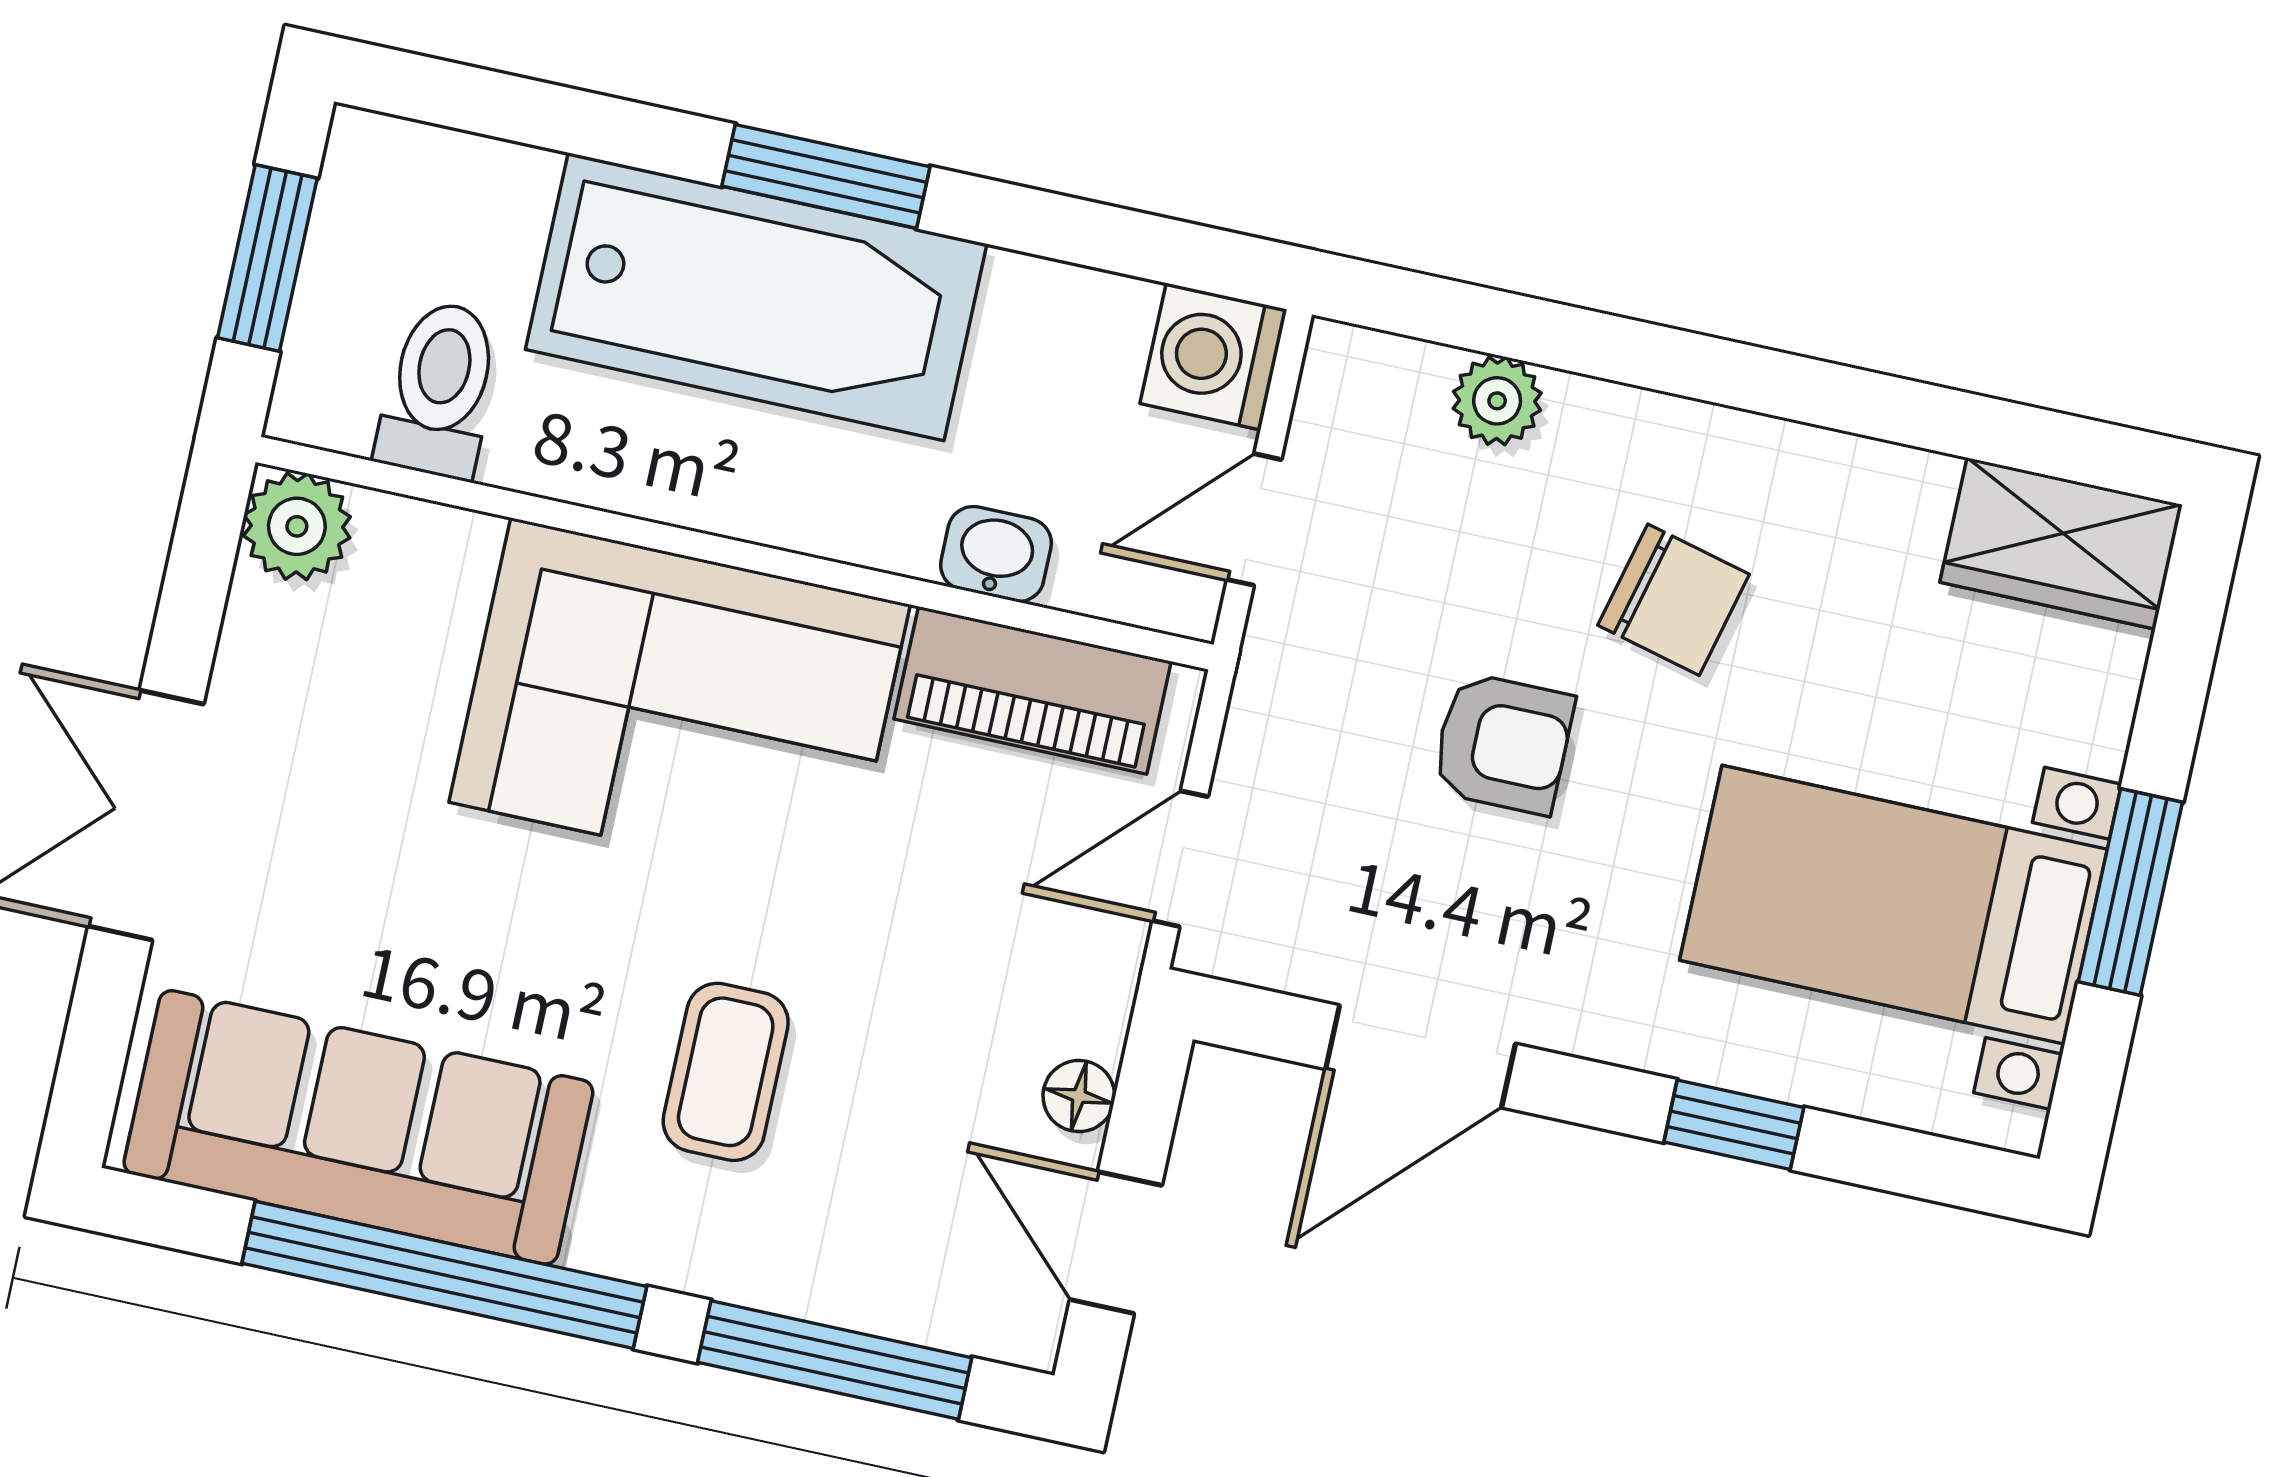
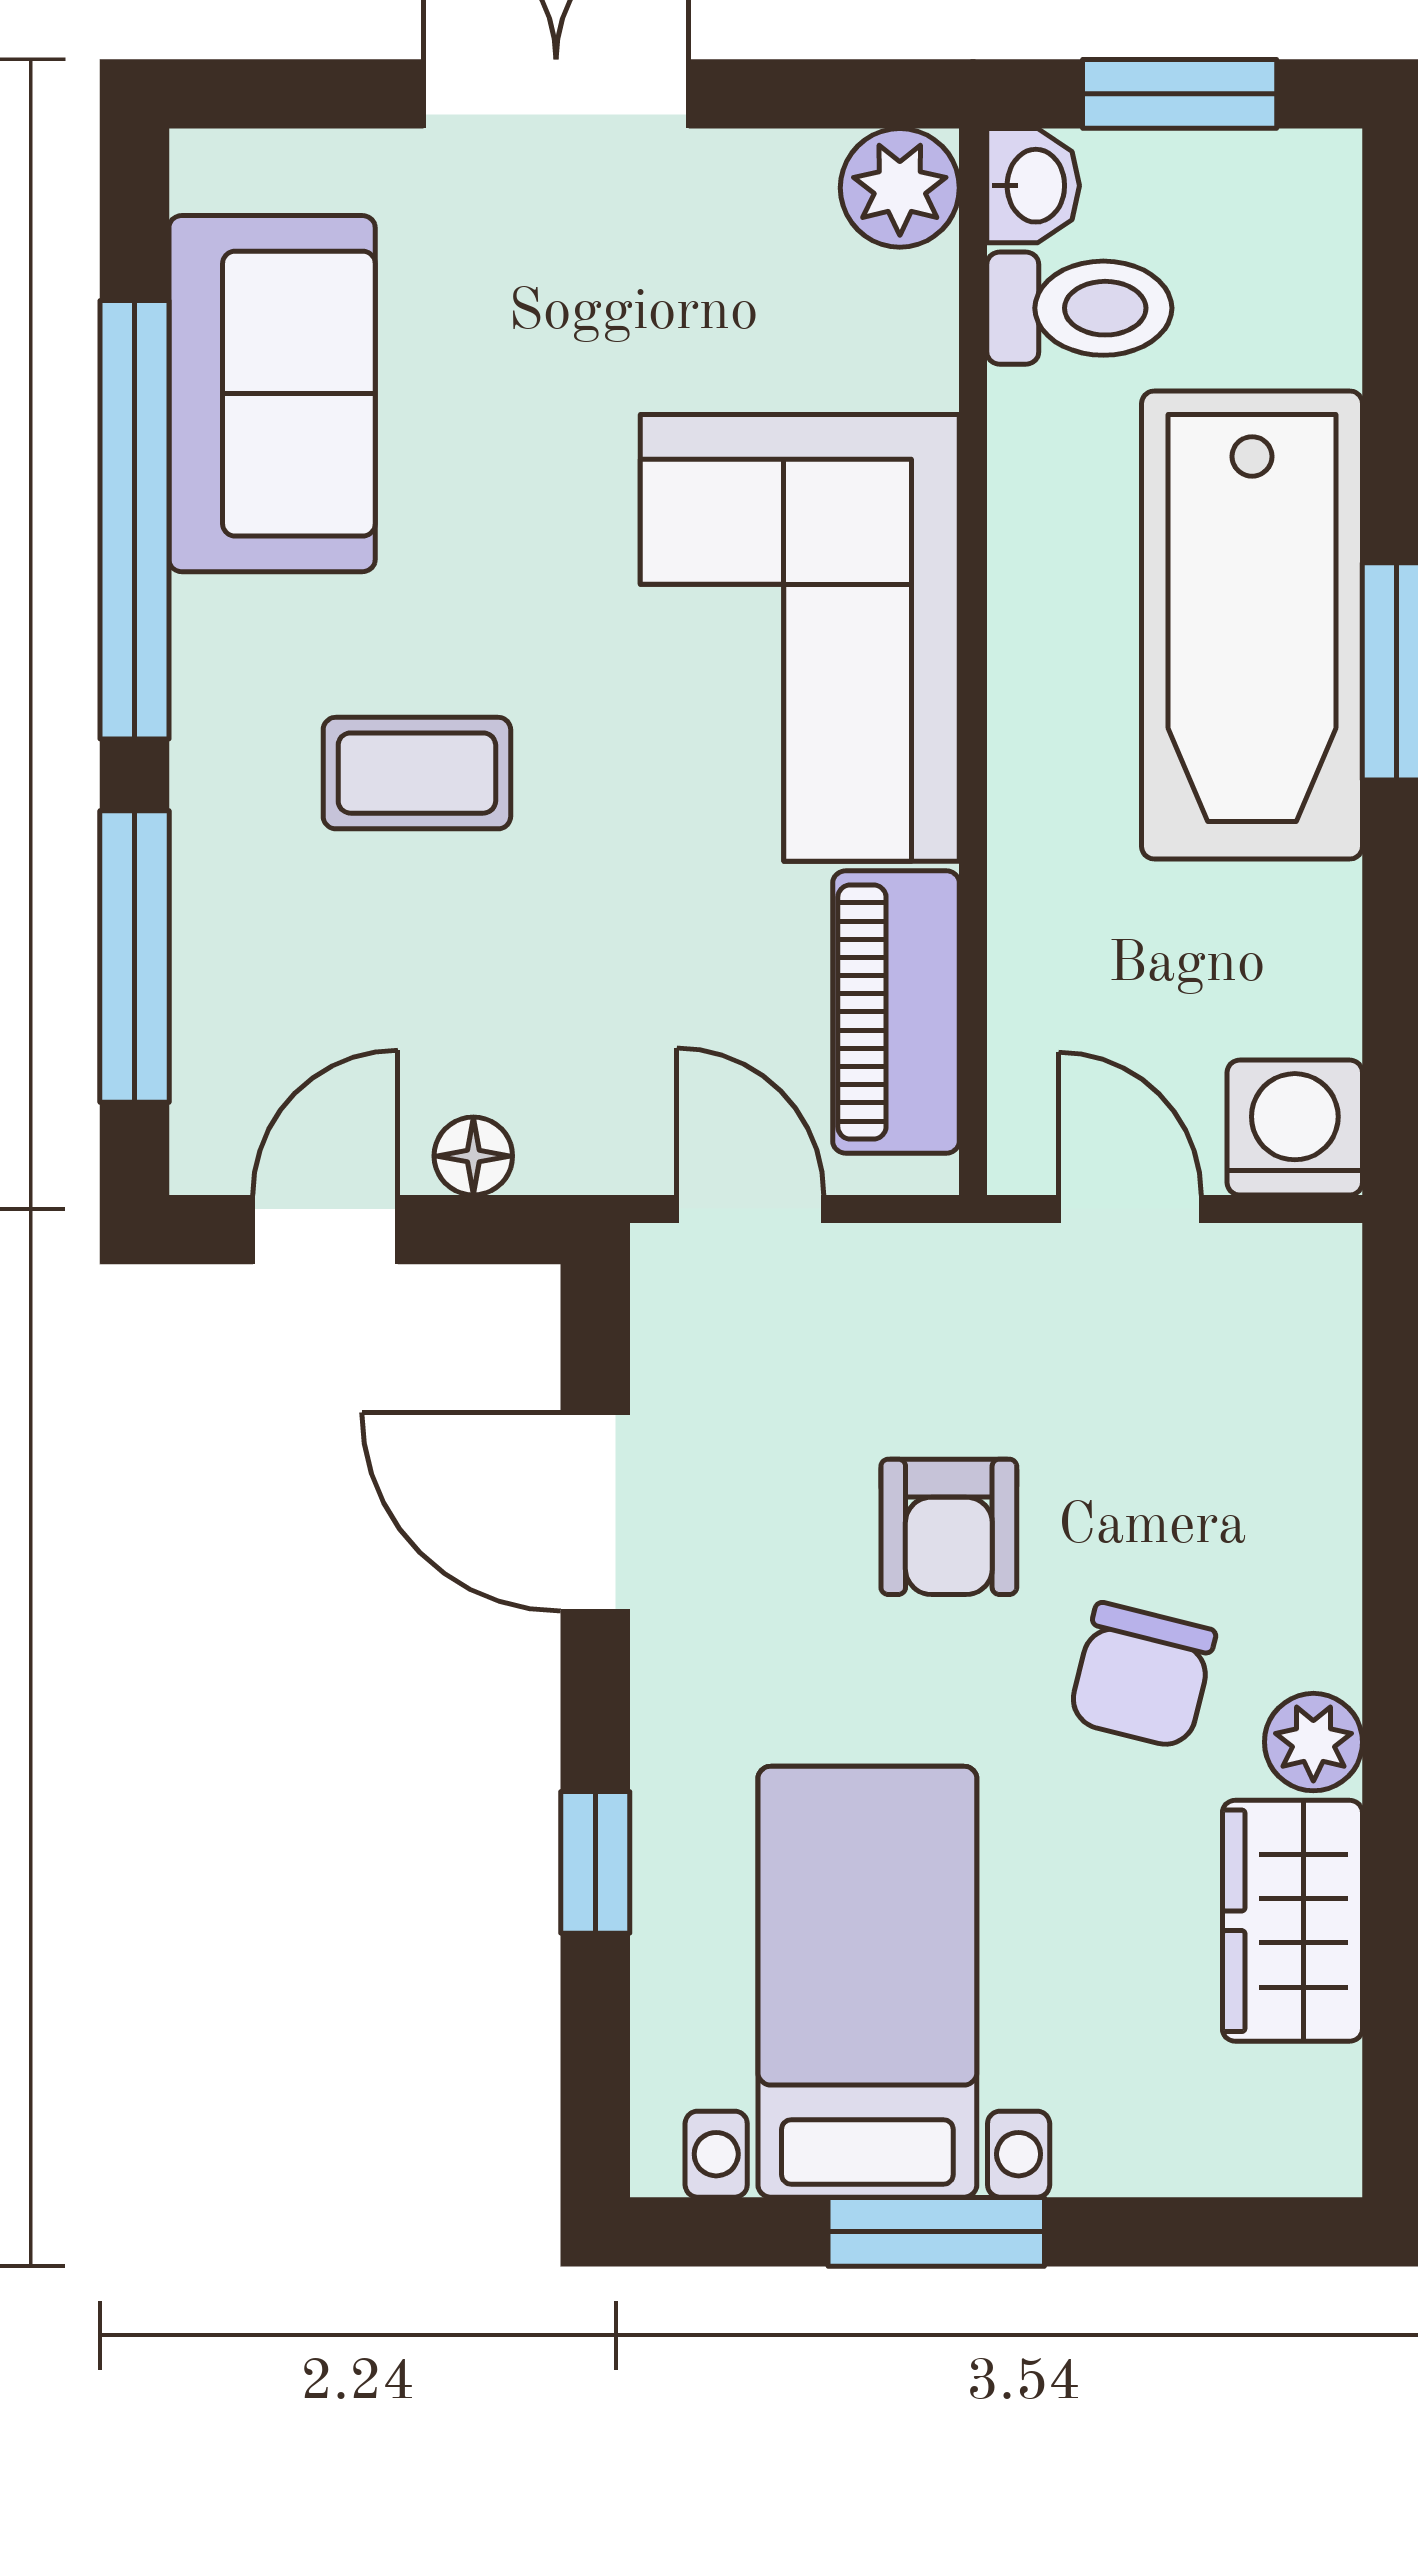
plant: (1497, 401) -> (1313, 1742), moved
wardrobe: (2061, 543) -> (1292, 1921), moved
washbasin: (996, 554) -> (1033, 186), moved
sofa: (358, 1127) -> (272, 394), width x0.73

